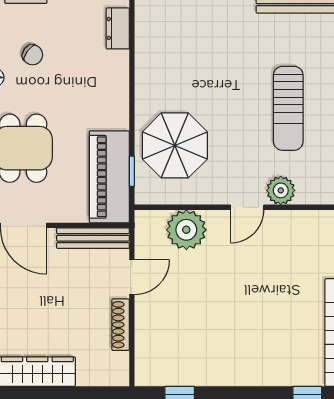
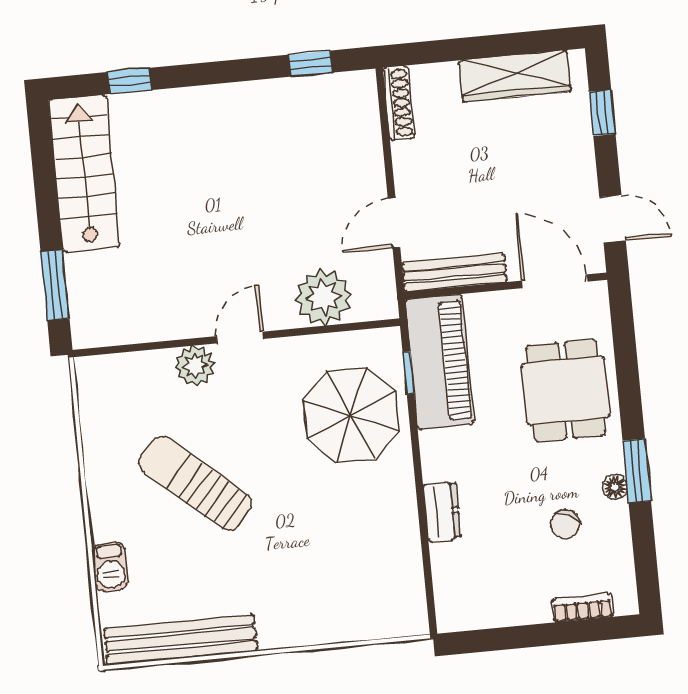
dresser: (118, 28) -> (442, 512), moved
chair: (33, 55) -> (565, 524), turned -97
sun lounger: (288, 108) -> (195, 483), turned -49
shoe rack: (121, 325) -> (399, 103), moved

